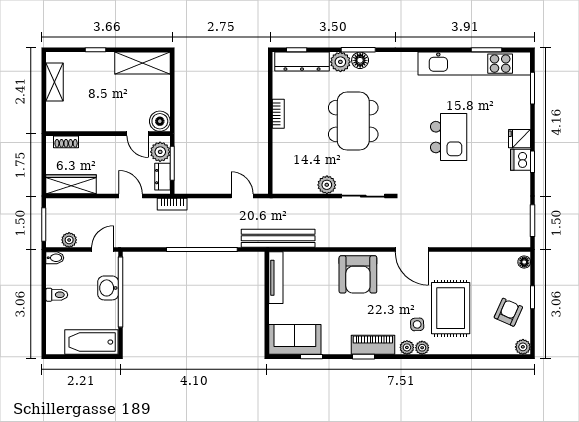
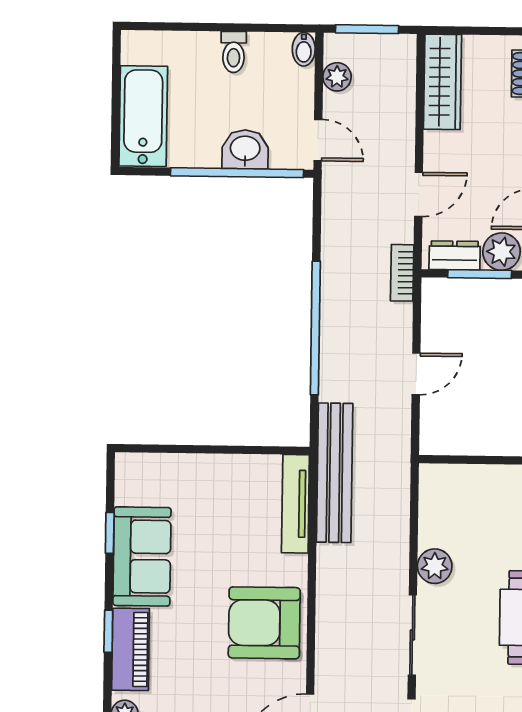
door: (242, 196) -> (416, 374), moved
tv unit: (276, 278) -> (295, 504), moved, turned 90
sofa: (295, 339) -> (142, 556), moved

